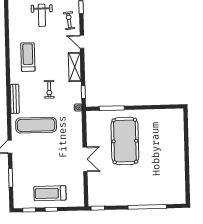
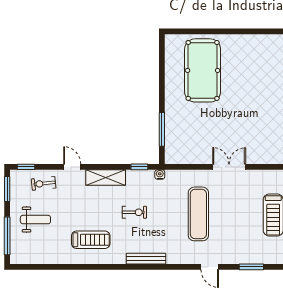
door: (82, 42) -> (72, 167), swing flipped
treadmill: (28, 57) -> (91, 240), turned 180
exercise mat: (36, 125) -> (198, 214), moved
pool table: (125, 141) -> (203, 70), moved, turned 90

